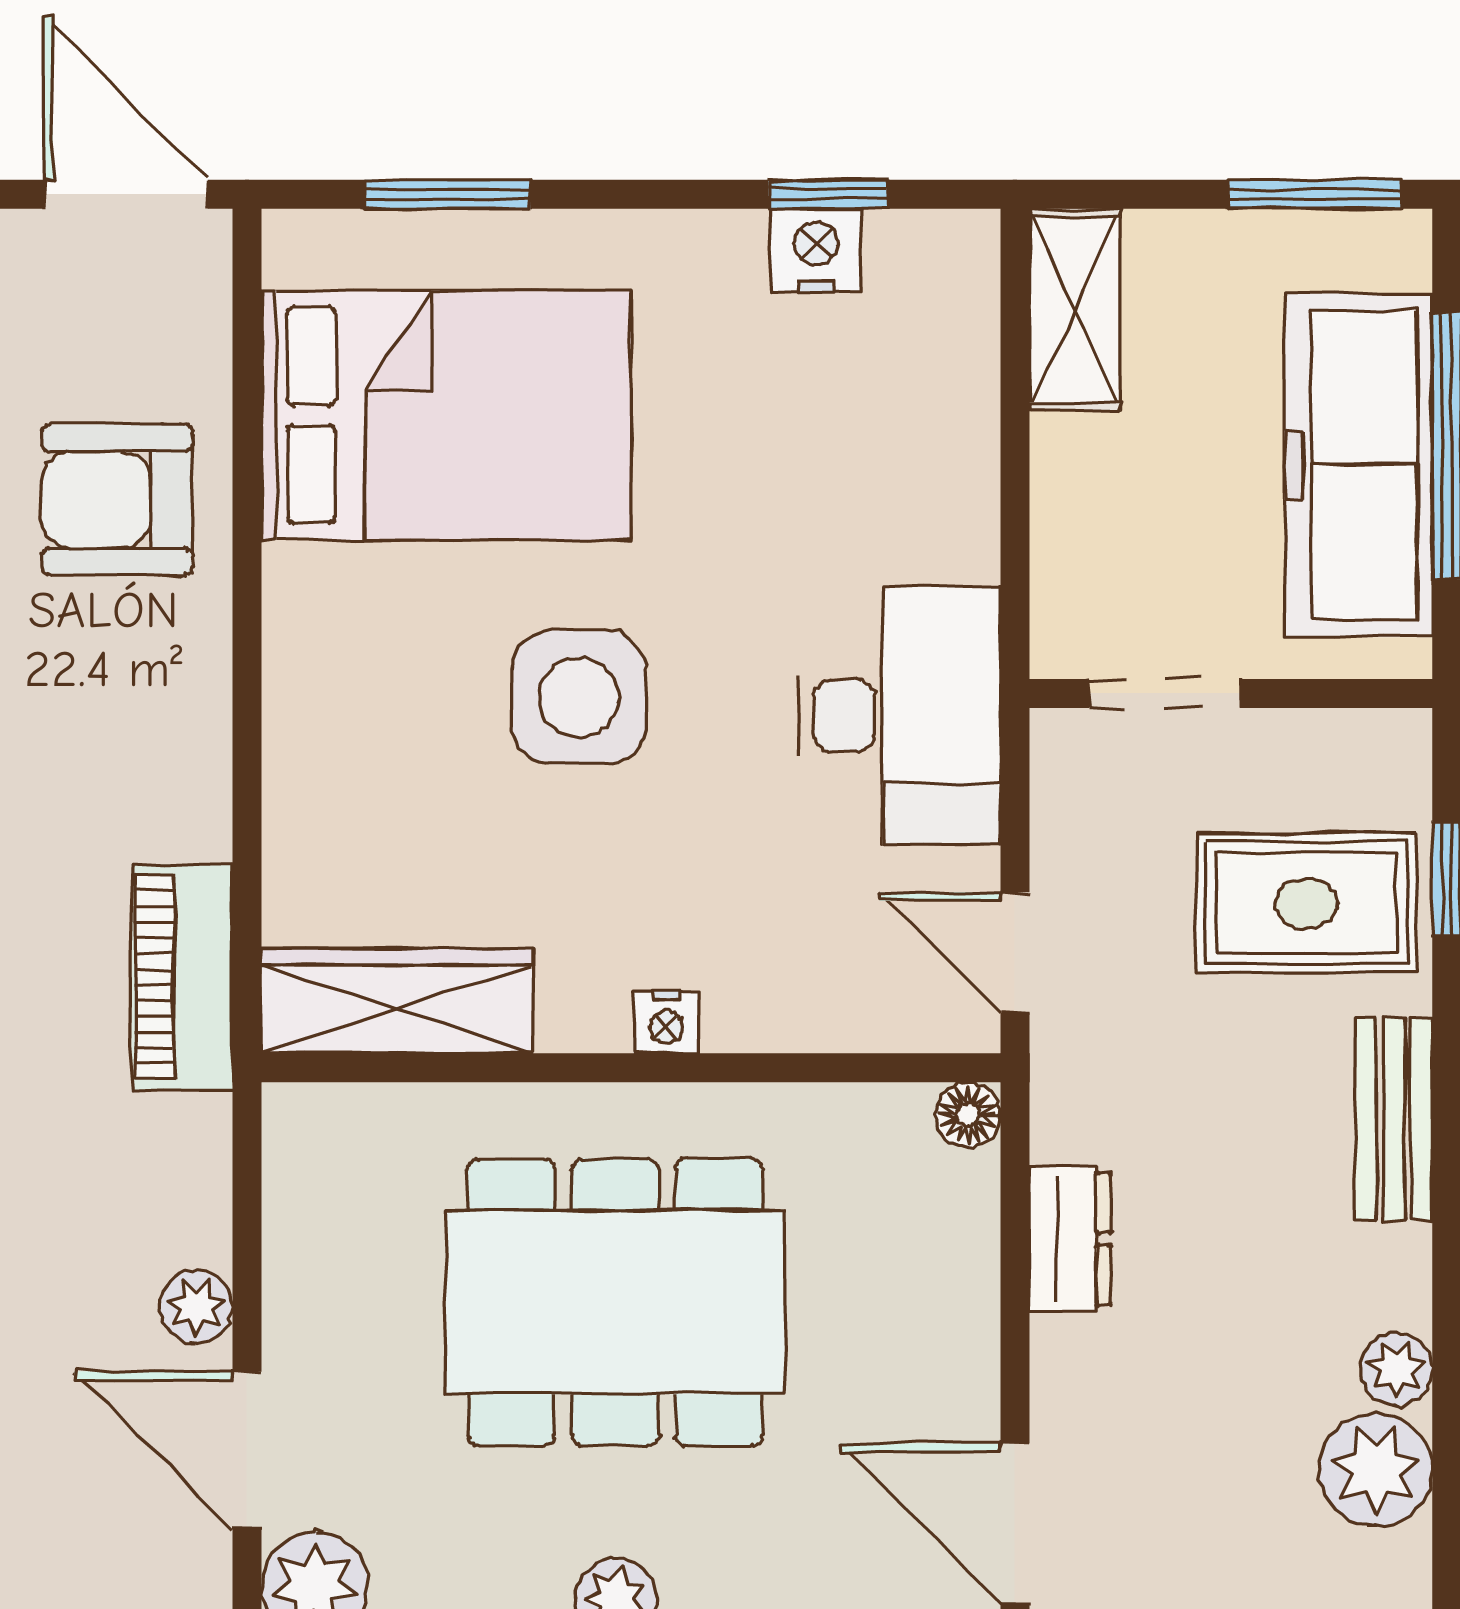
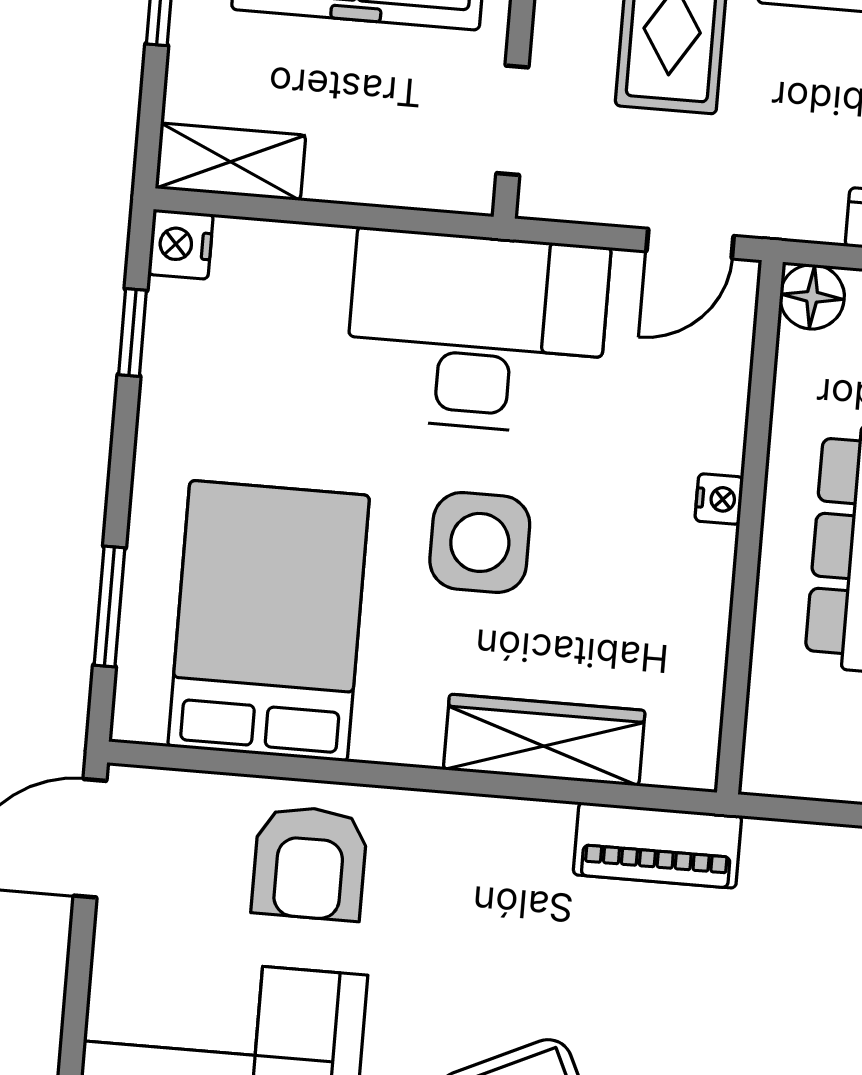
nightstand: (816, 250) -> (181, 244), moved
desk: (899, 715) -> (477, 332), width x1.36, depth x1.30
wardrobe: (397, 1001) -> (544, 740), moved, turned 90
floor lamp: (968, 1115) -> (812, 297), width x1.37, depth x1.37

